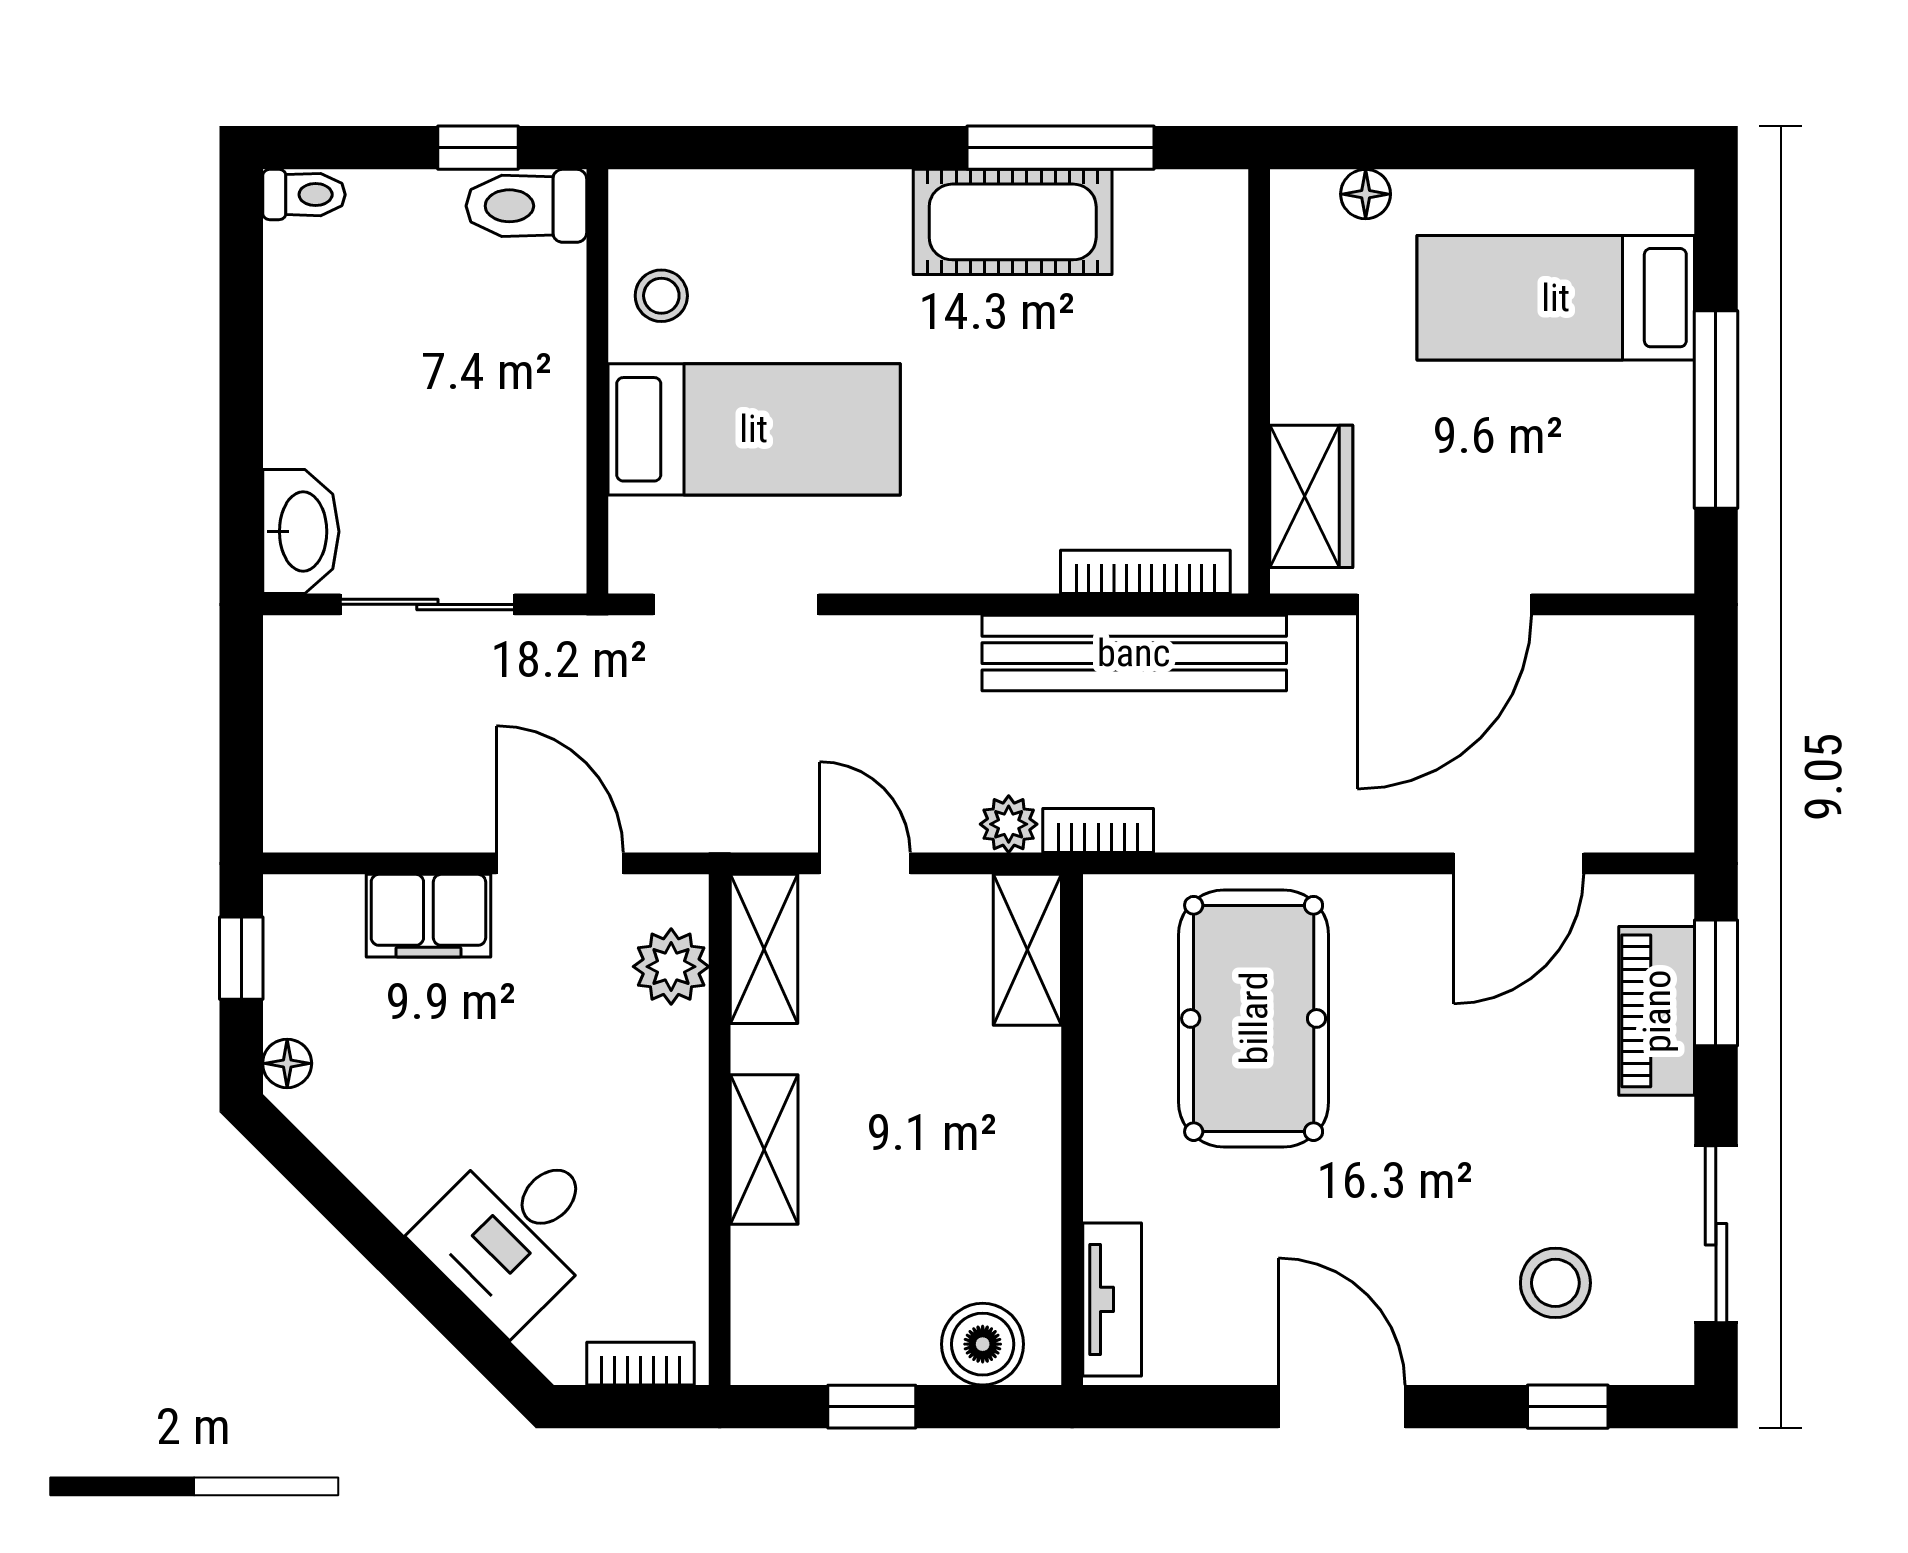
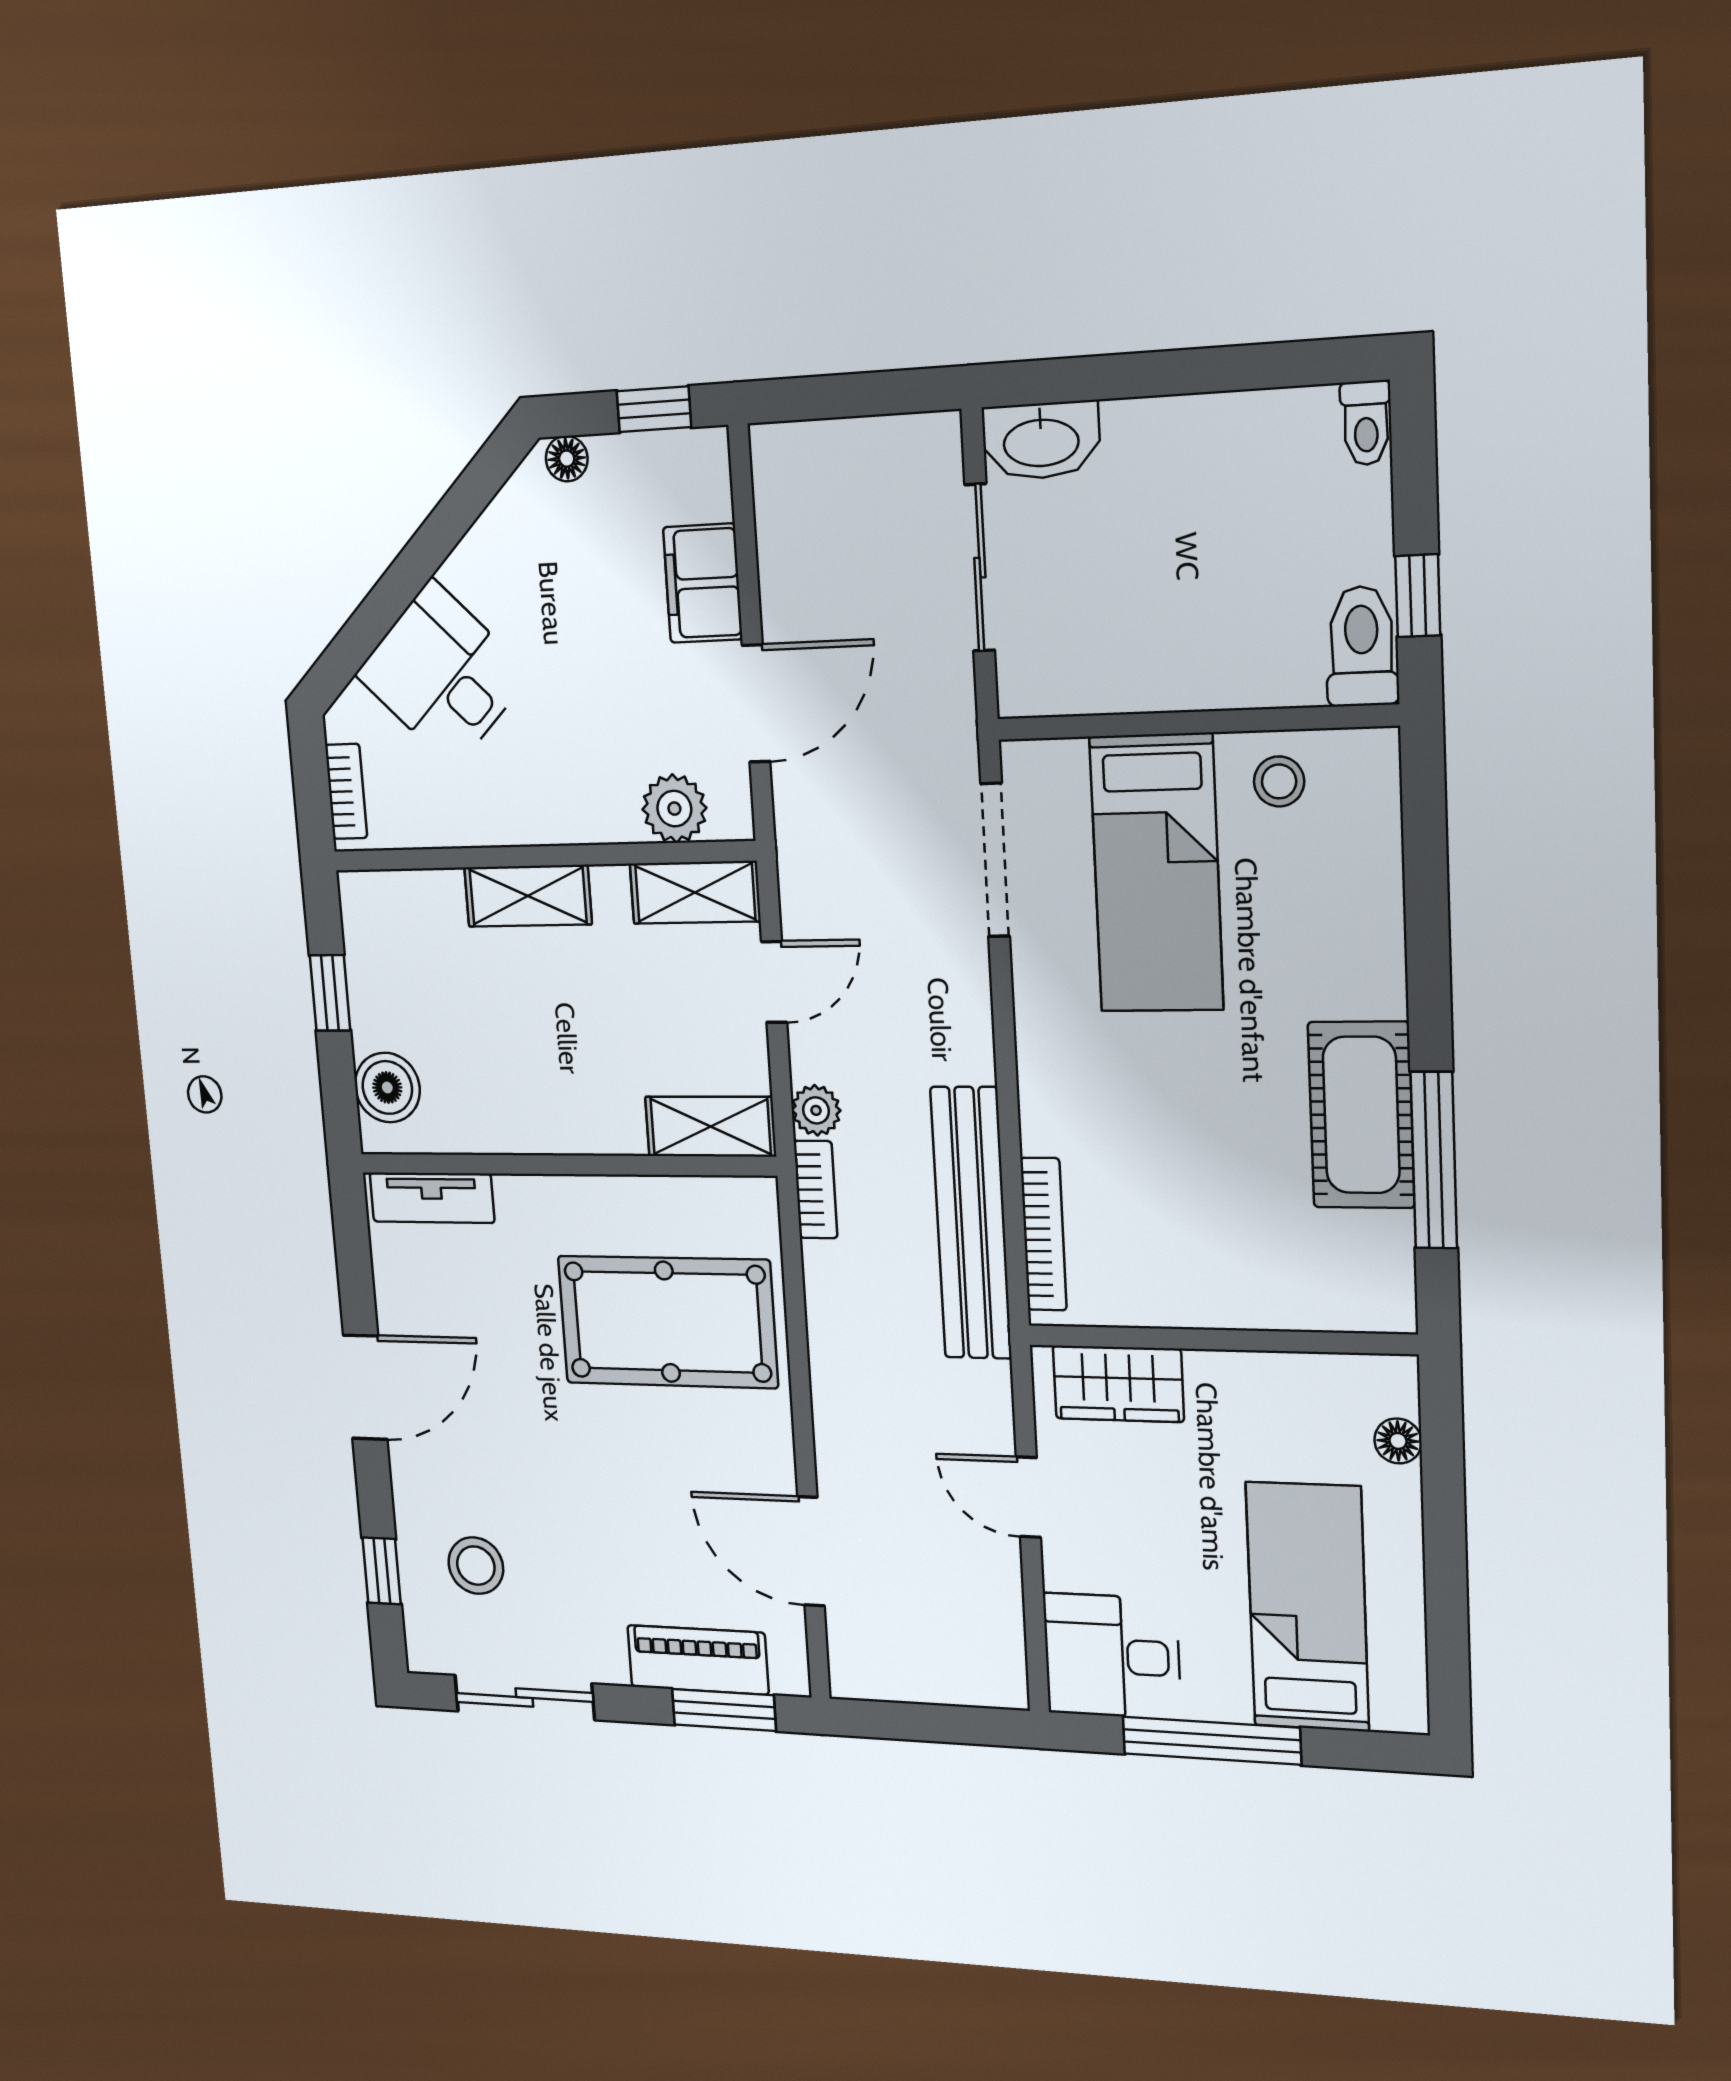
desk: (1624, 518) -> (1112, 1656), added
door: (1444, 604) -> (1028, 1497), width x0.53

